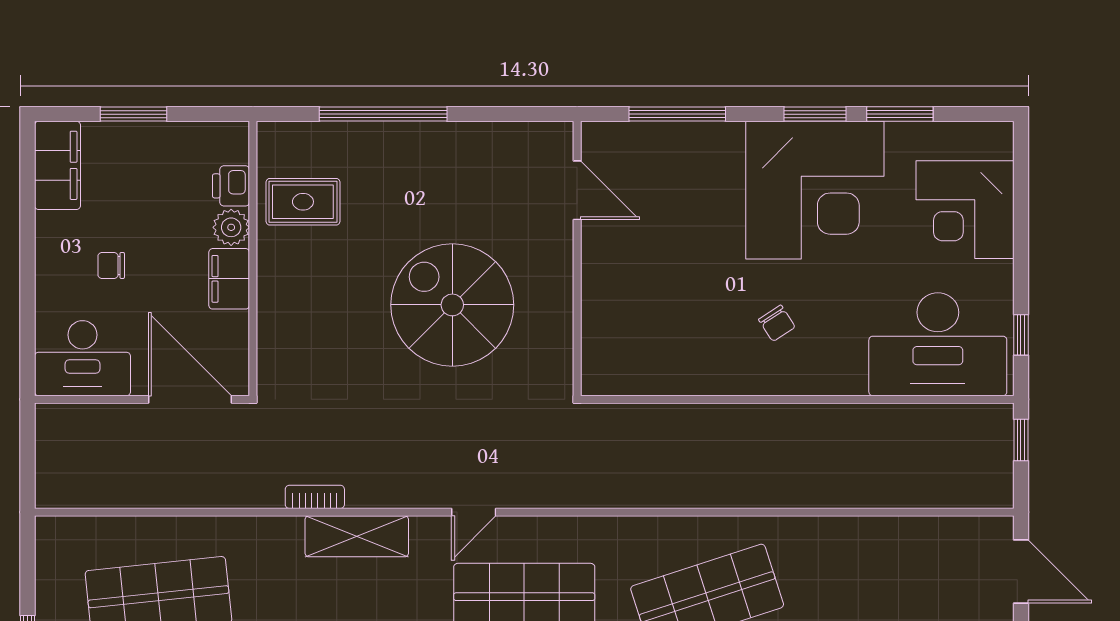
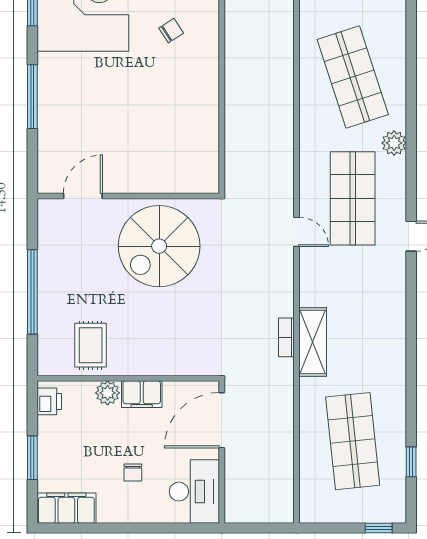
printer: (231, 186) -> (49, 401), moved, turned -90
door: (577, 190) -> (83, 196), moved
wall: (577, 258) -> (128, 196), moved
shelving: (357, 536) -> (313, 342), moved

